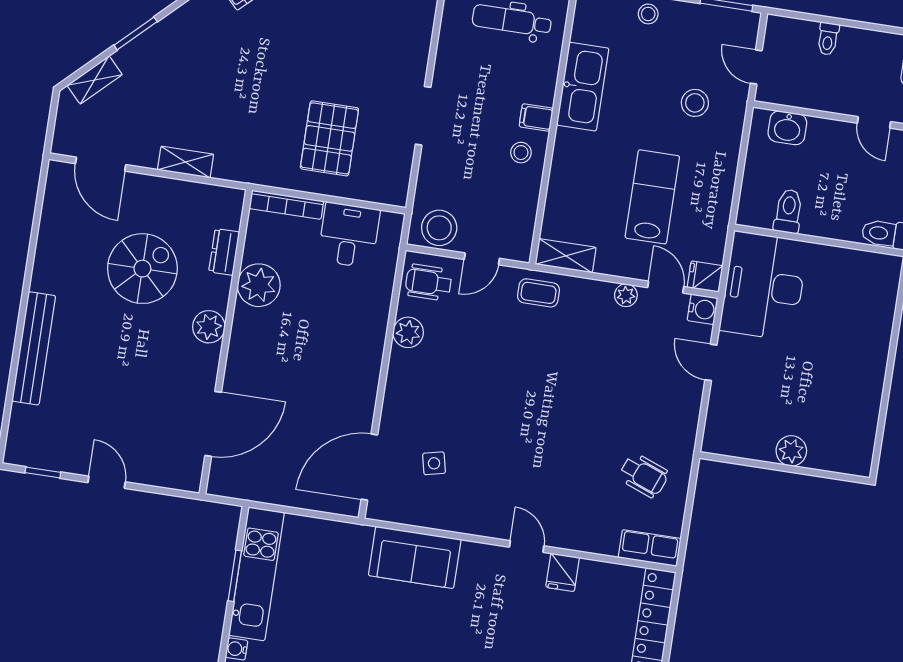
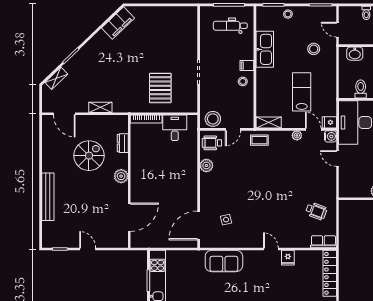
plant: (259, 285) -> (140, 155), removed

